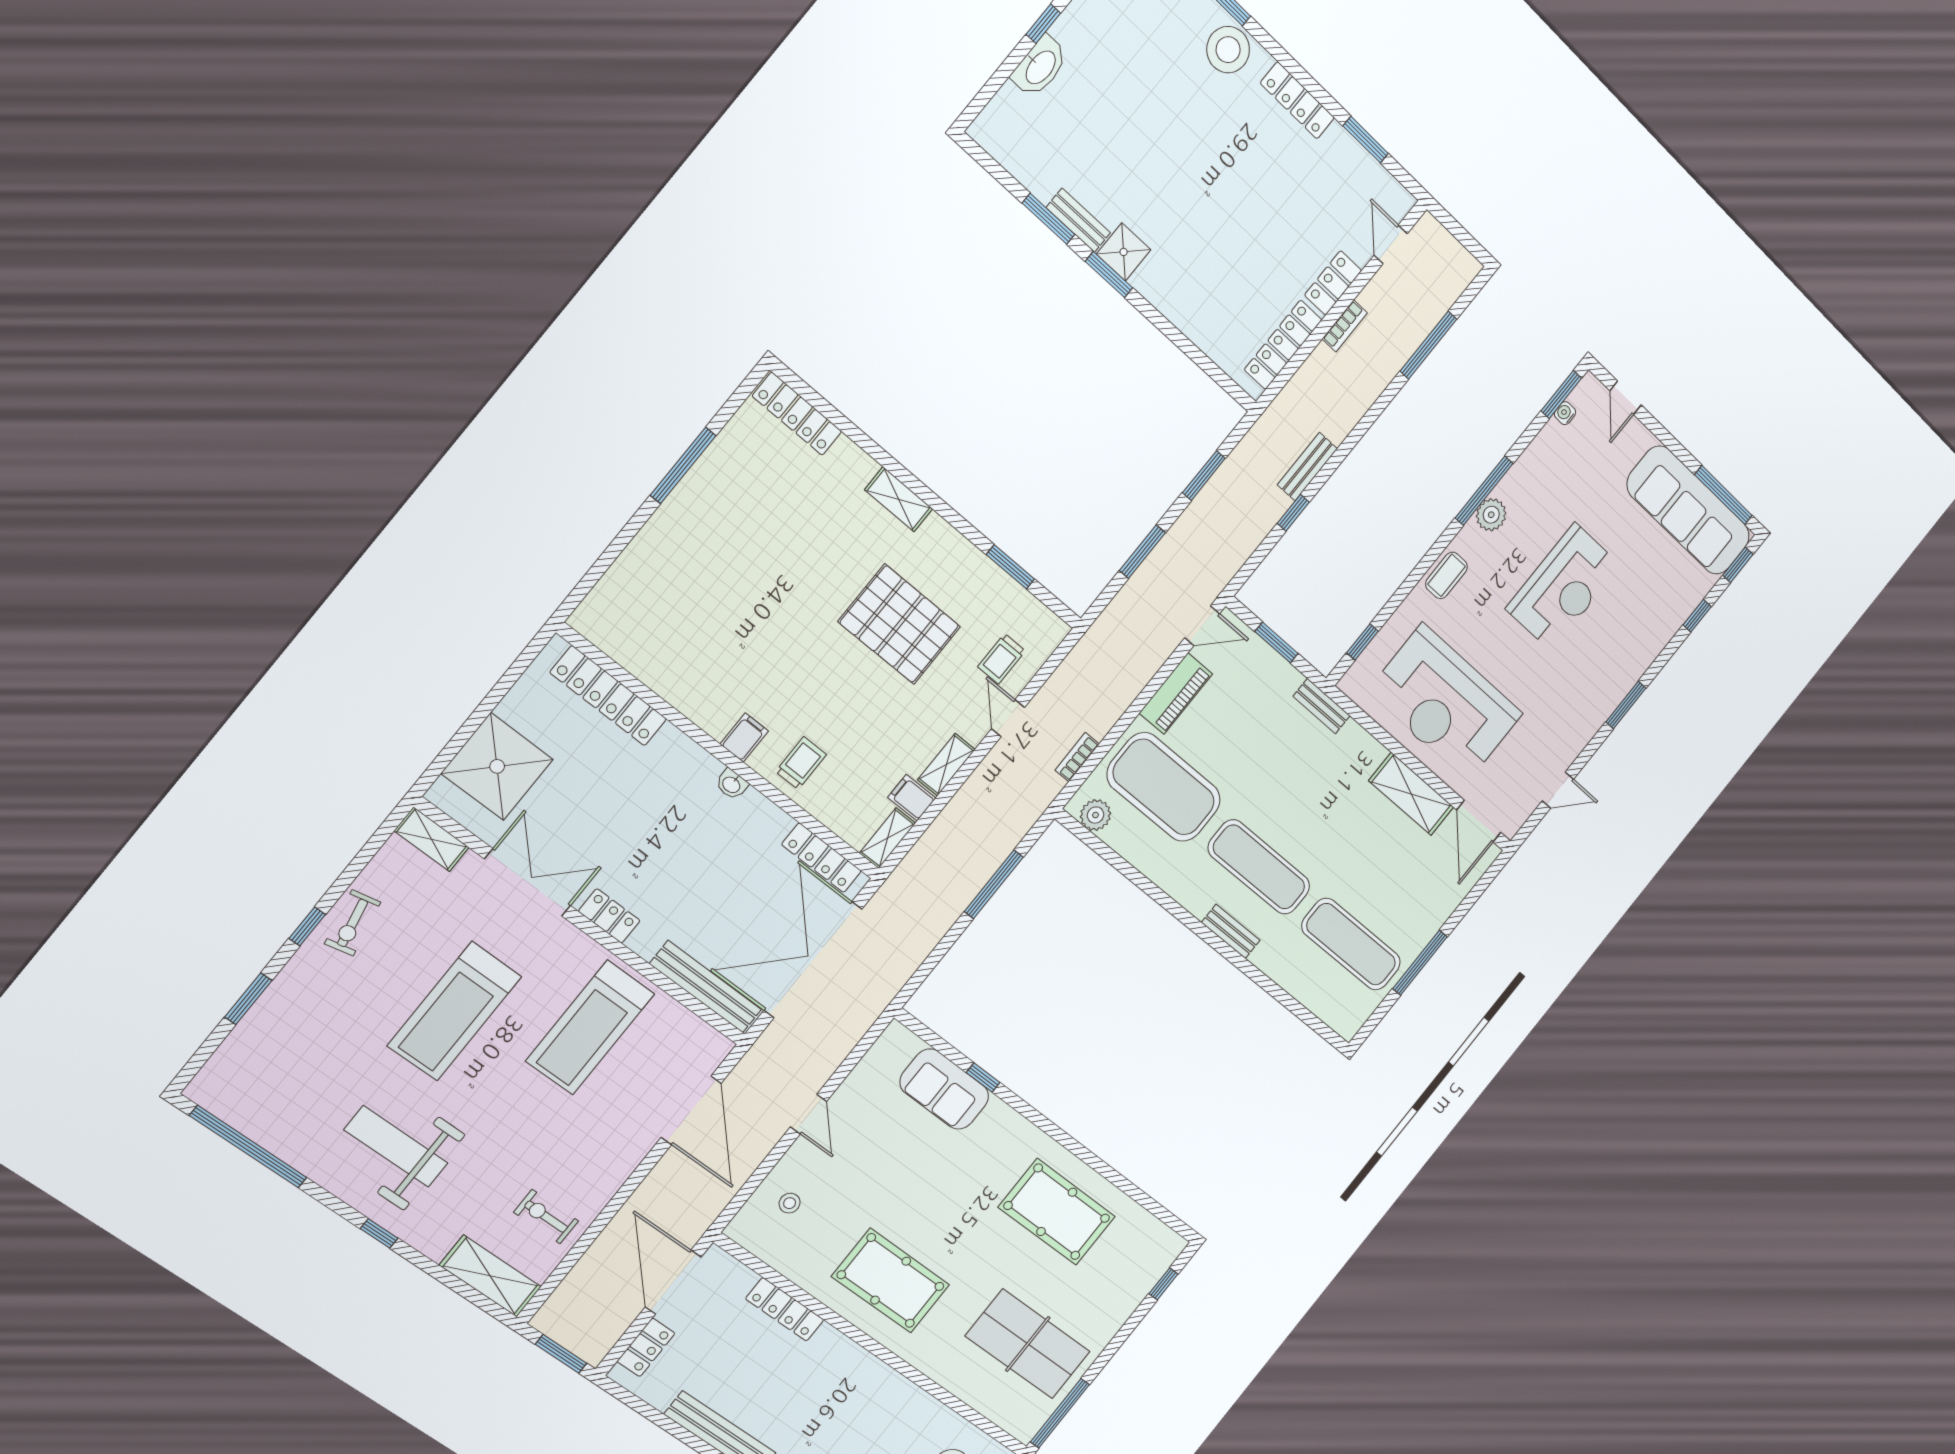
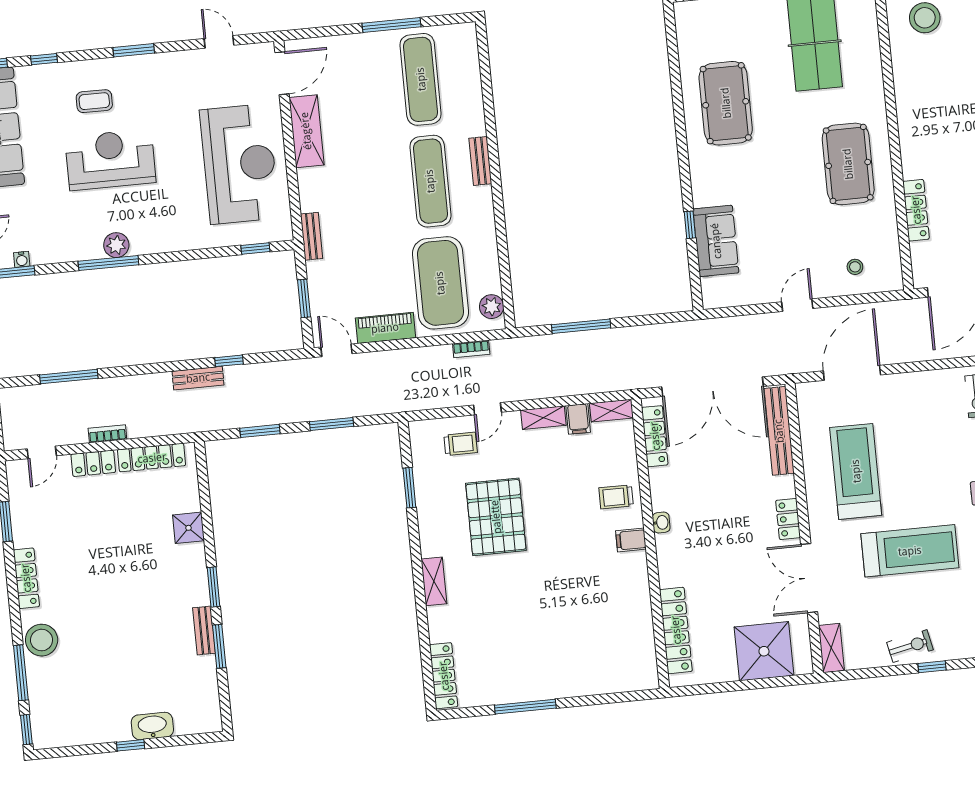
shower: (1124, 252) -> (189, 528), moved
coffee table: (1446, 575) -> (94, 101), moved
treadmill: (590, 1027) -> (856, 471), turned -90

